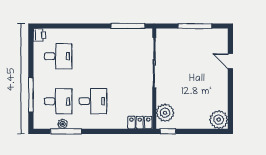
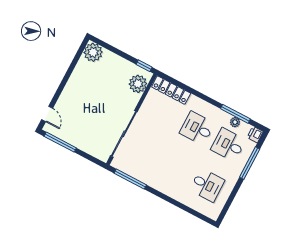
window: (195, 26) -> (60, 142), moved
printer: (39, 35) -> (255, 135), moved
desk: (58, 56) -> (207, 185), turned 180
door: (230, 61) -> (47, 114), moved
locker: (140, 123) -> (171, 90), width x1.53

